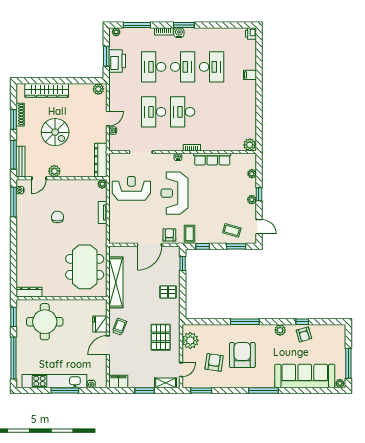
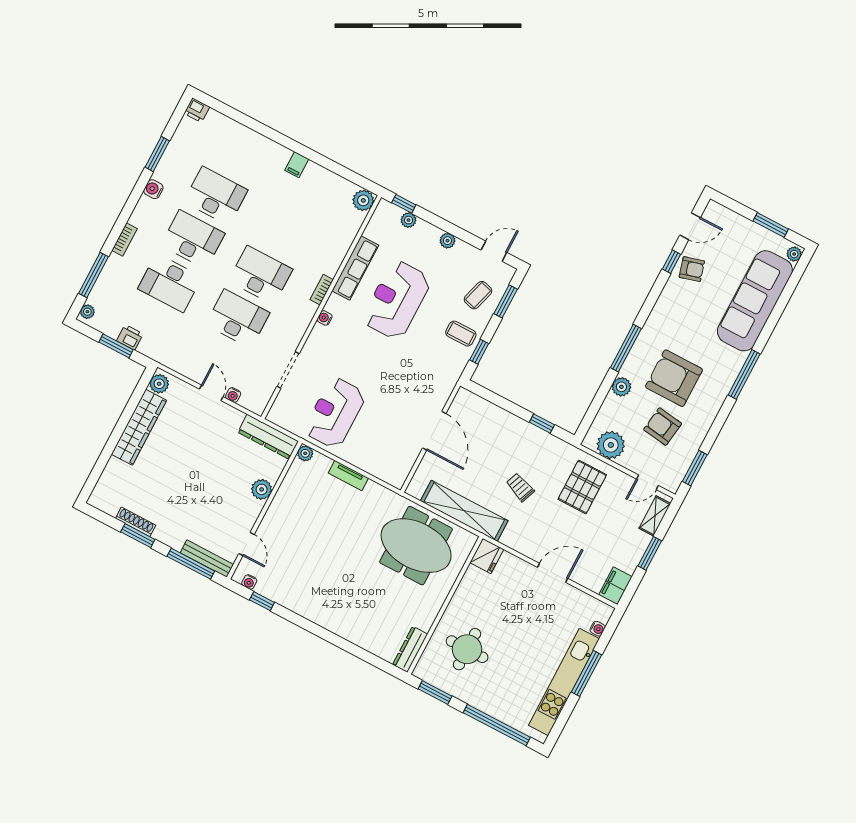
window: (184, 25) -> (157, 154), moved
water cooler: (179, 33) -> (153, 189), moved
printer: (117, 61) -> (130, 337), width x0.53, depth x0.68
filing cabinet: (250, 75) -> (297, 165), moved
wardrobe: (47, 90) -> (139, 427), moved
desk: (154, 112) -> (238, 319), turned 180
desk: (183, 112) -> (261, 275), turned 180
spiral stairs: (55, 132) -> (190, 483), removed
plant: (54, 171) -> (262, 489), moved
reception desk: (175, 193) -> (397, 300), moved, turned 90
window: (259, 194) -> (404, 204), moved
window: (14, 202) -> (262, 601), width x0.46
chair: (57, 217) -> (319, 547), removed
coffee table: (190, 234) -> (461, 334), moved
armchair: (169, 235) -> (435, 393), removed
window: (183, 264) -> (542, 423), moved
pallet: (168, 292) -> (520, 440), removed
round table: (45, 322) -> (467, 649), width x0.73, depth x0.73
door: (326, 322) -> (690, 226), added
fridge: (100, 324) -> (487, 556), moved, turned -90
trolley: (120, 327) -> (520, 487), moved
plant: (280, 330) -> (621, 387), moved
pallet: (161, 337) -> (582, 487), turned 90
door: (108, 345) -> (553, 573), swing flipped
window: (348, 363) -> (771, 225), width x0.69
door: (181, 370) -> (647, 482), swing flipped

